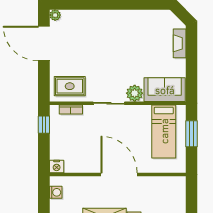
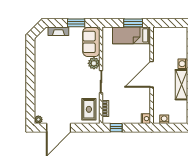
window: (192, 68) -> (76, 23), added
bed: (164, 131) -> (132, 35), moved, turned 180
window: (192, 134) -> (133, 23), moved

